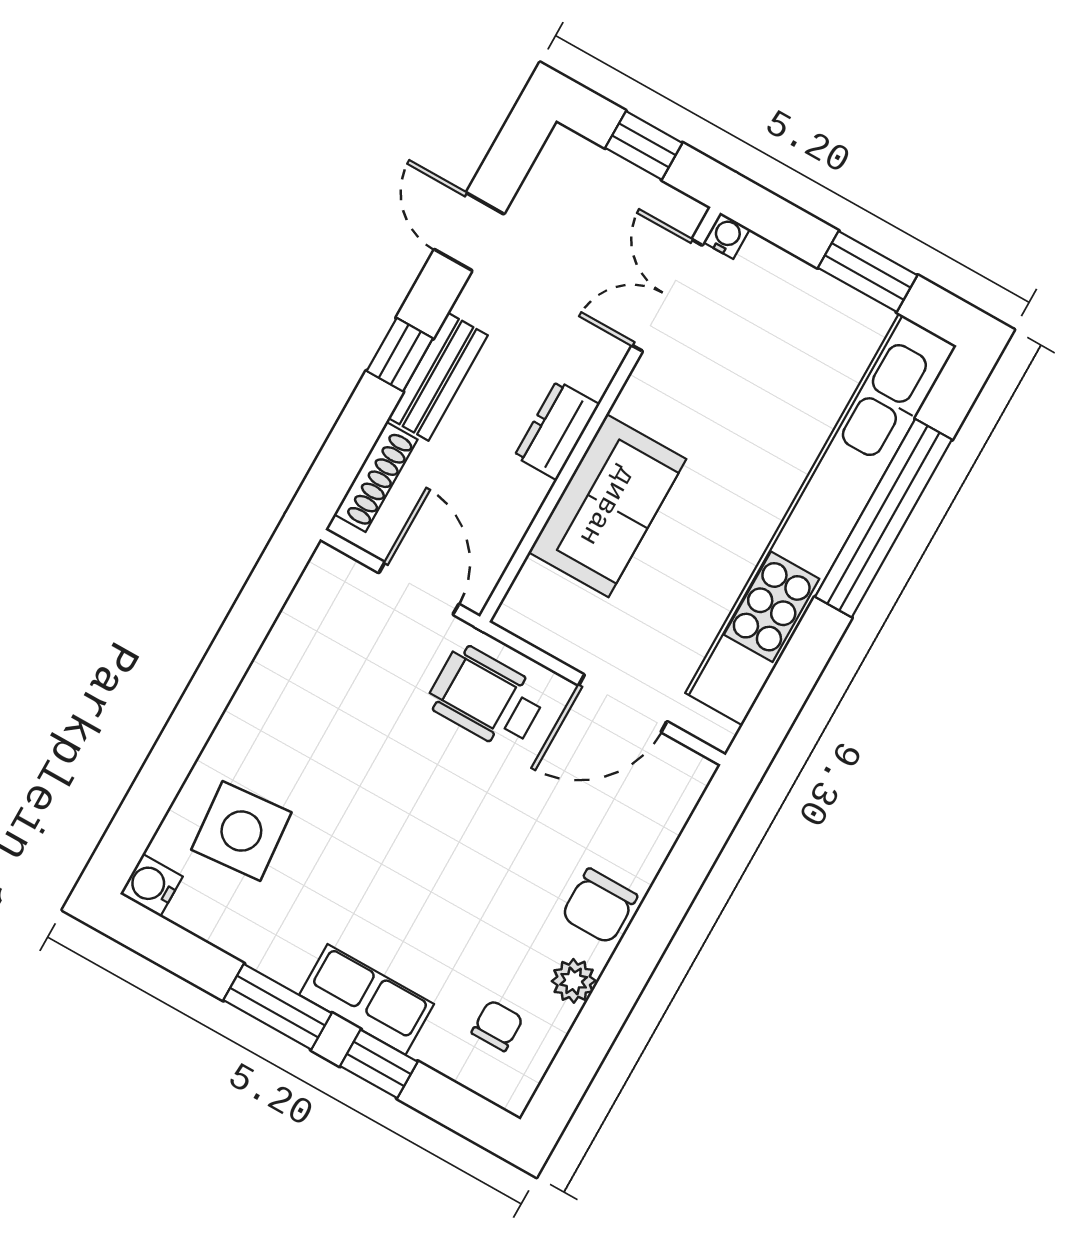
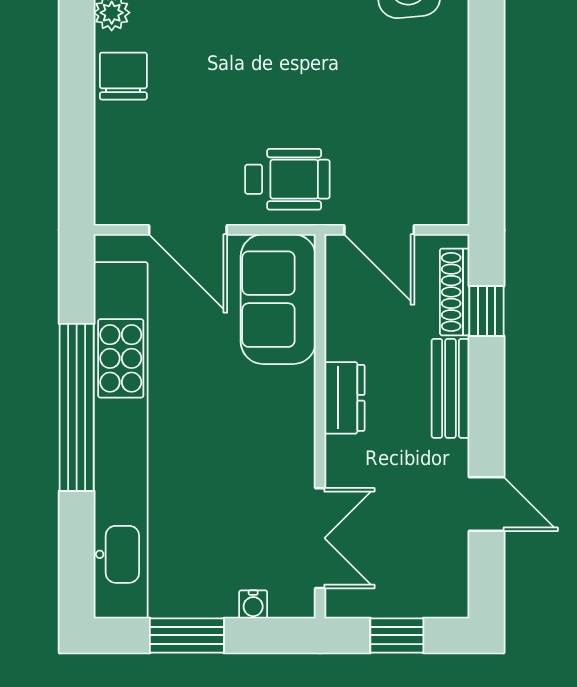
water cooler: (727, 236) -> (253, 604), moved
window: (400, 355) -> (487, 311), moved
sofa: (607, 506) -> (278, 299), moved
window: (884, 518) -> (77, 407), moved
door: (623, 703) -> (188, 230), swing flipped

